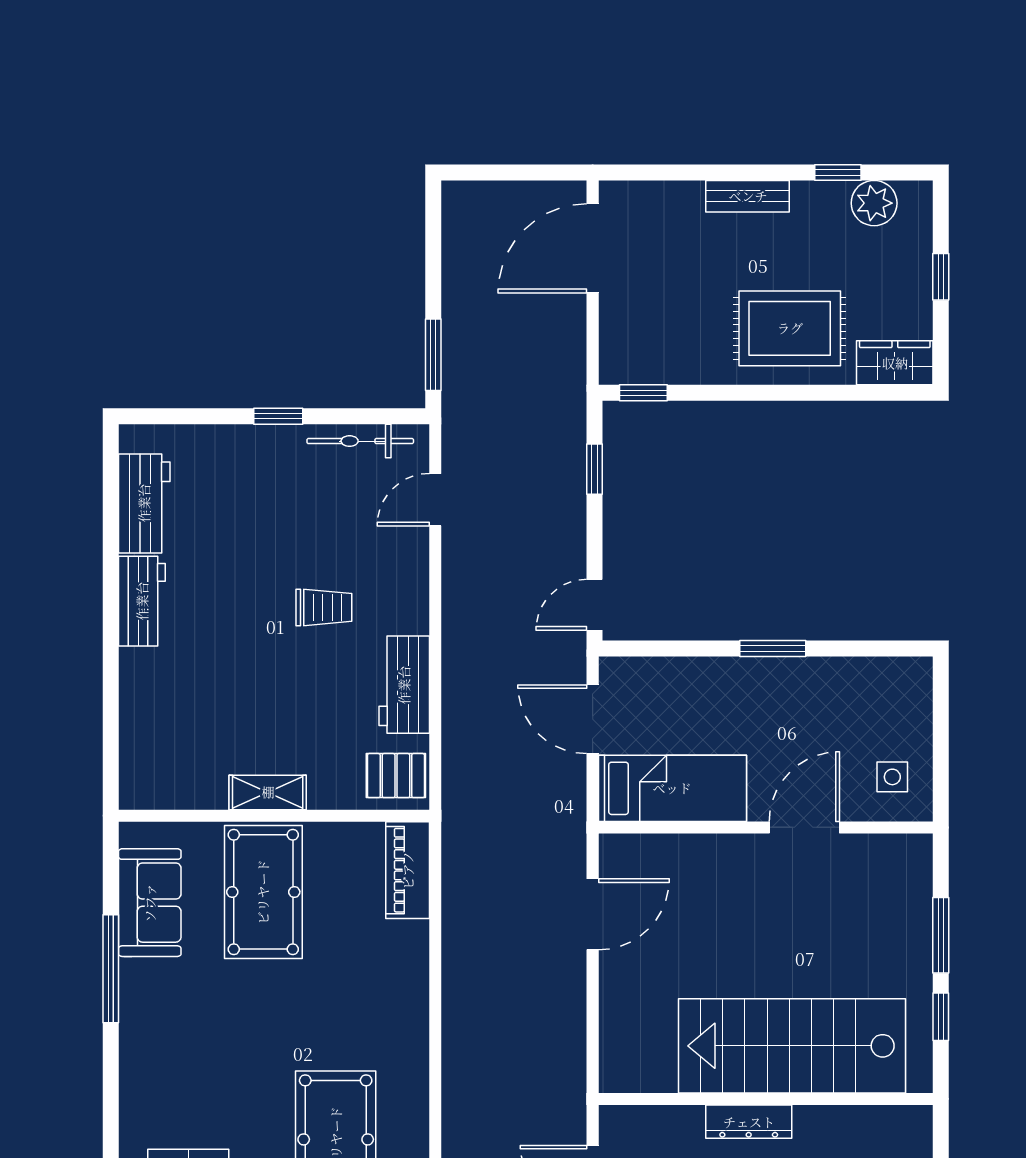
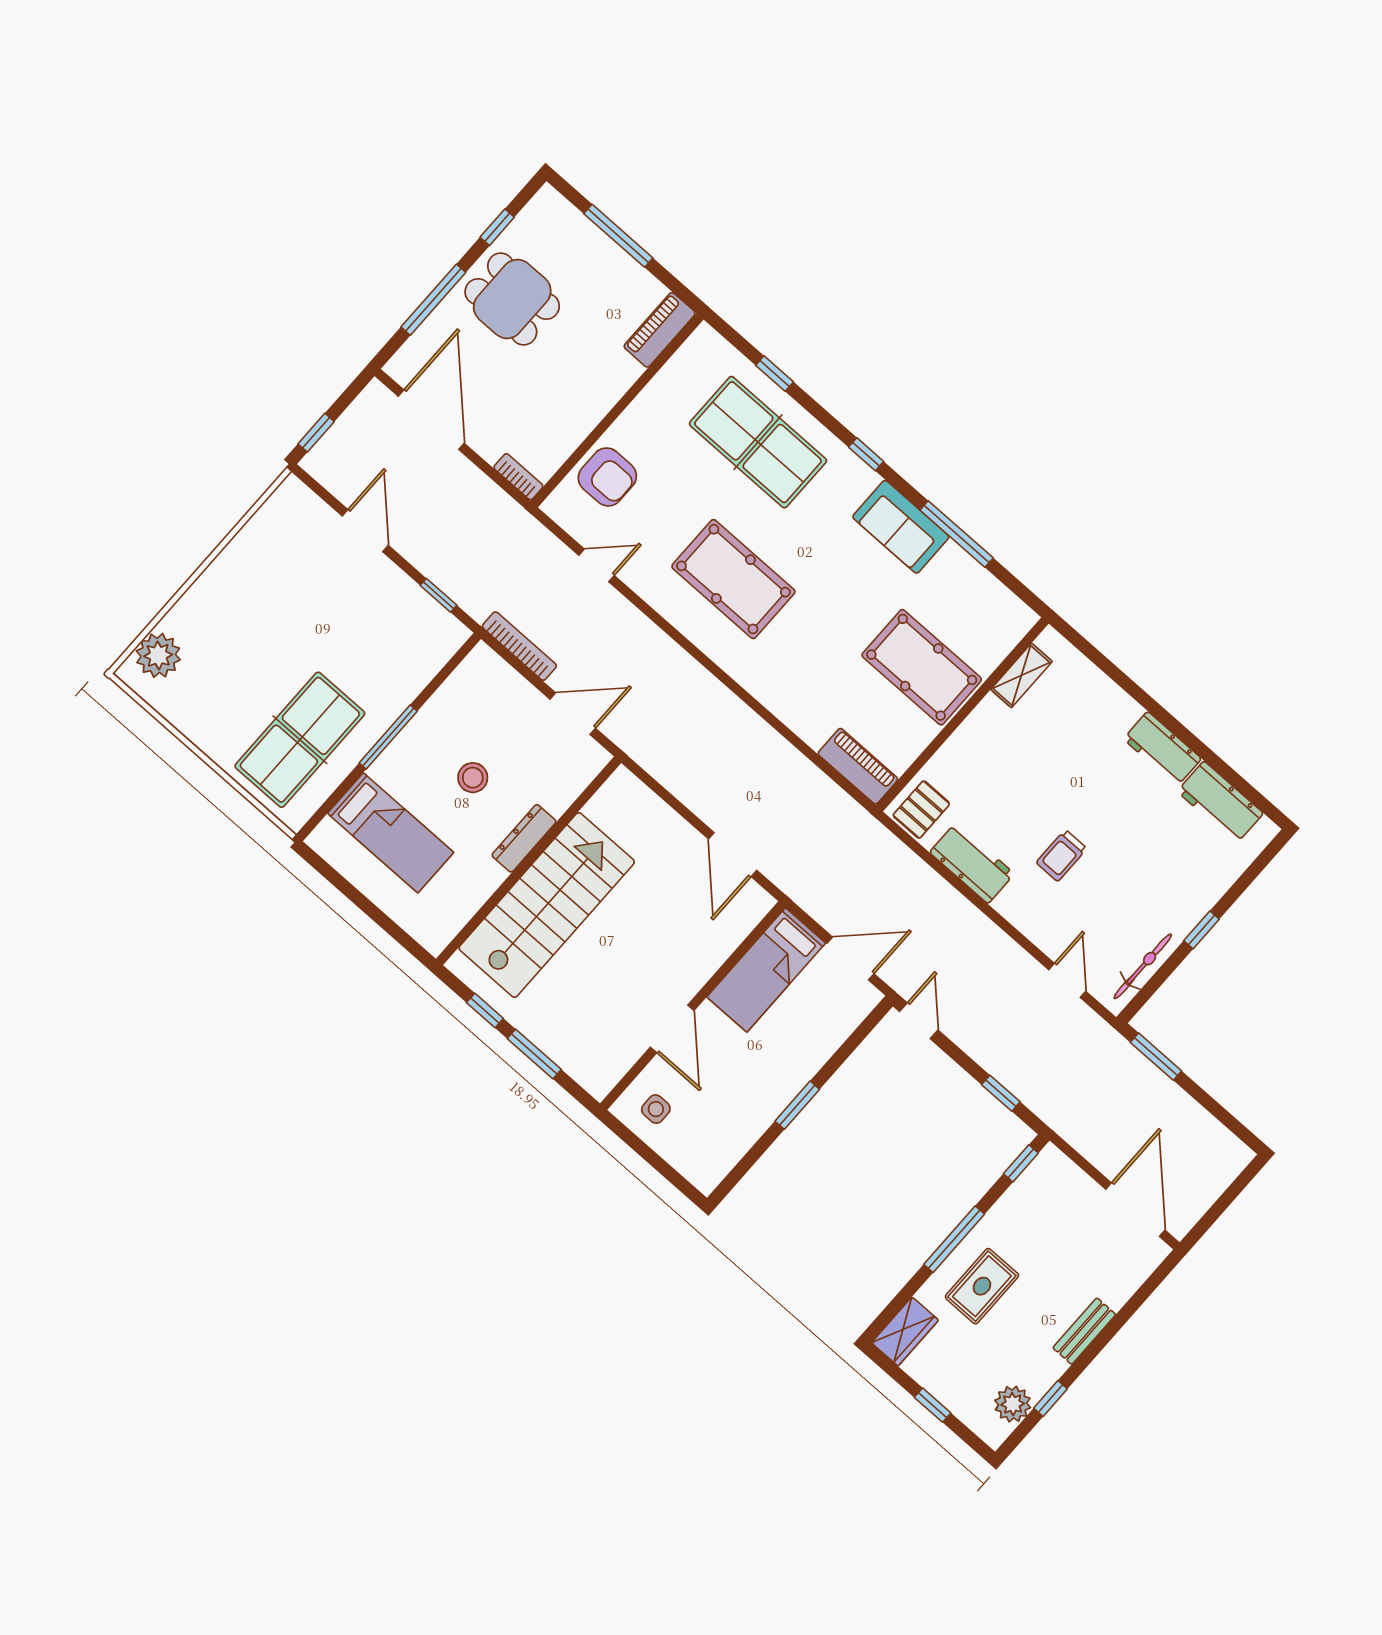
rug: (790, 328) -> (982, 1286), width x0.73, depth x0.70
window: (769, 393) -> (954, 1239), added
shelving: (268, 792) -> (1021, 675), moved
sofa: (150, 903) -> (901, 527), moved
window: (111, 1118) -> (866, 454), added

